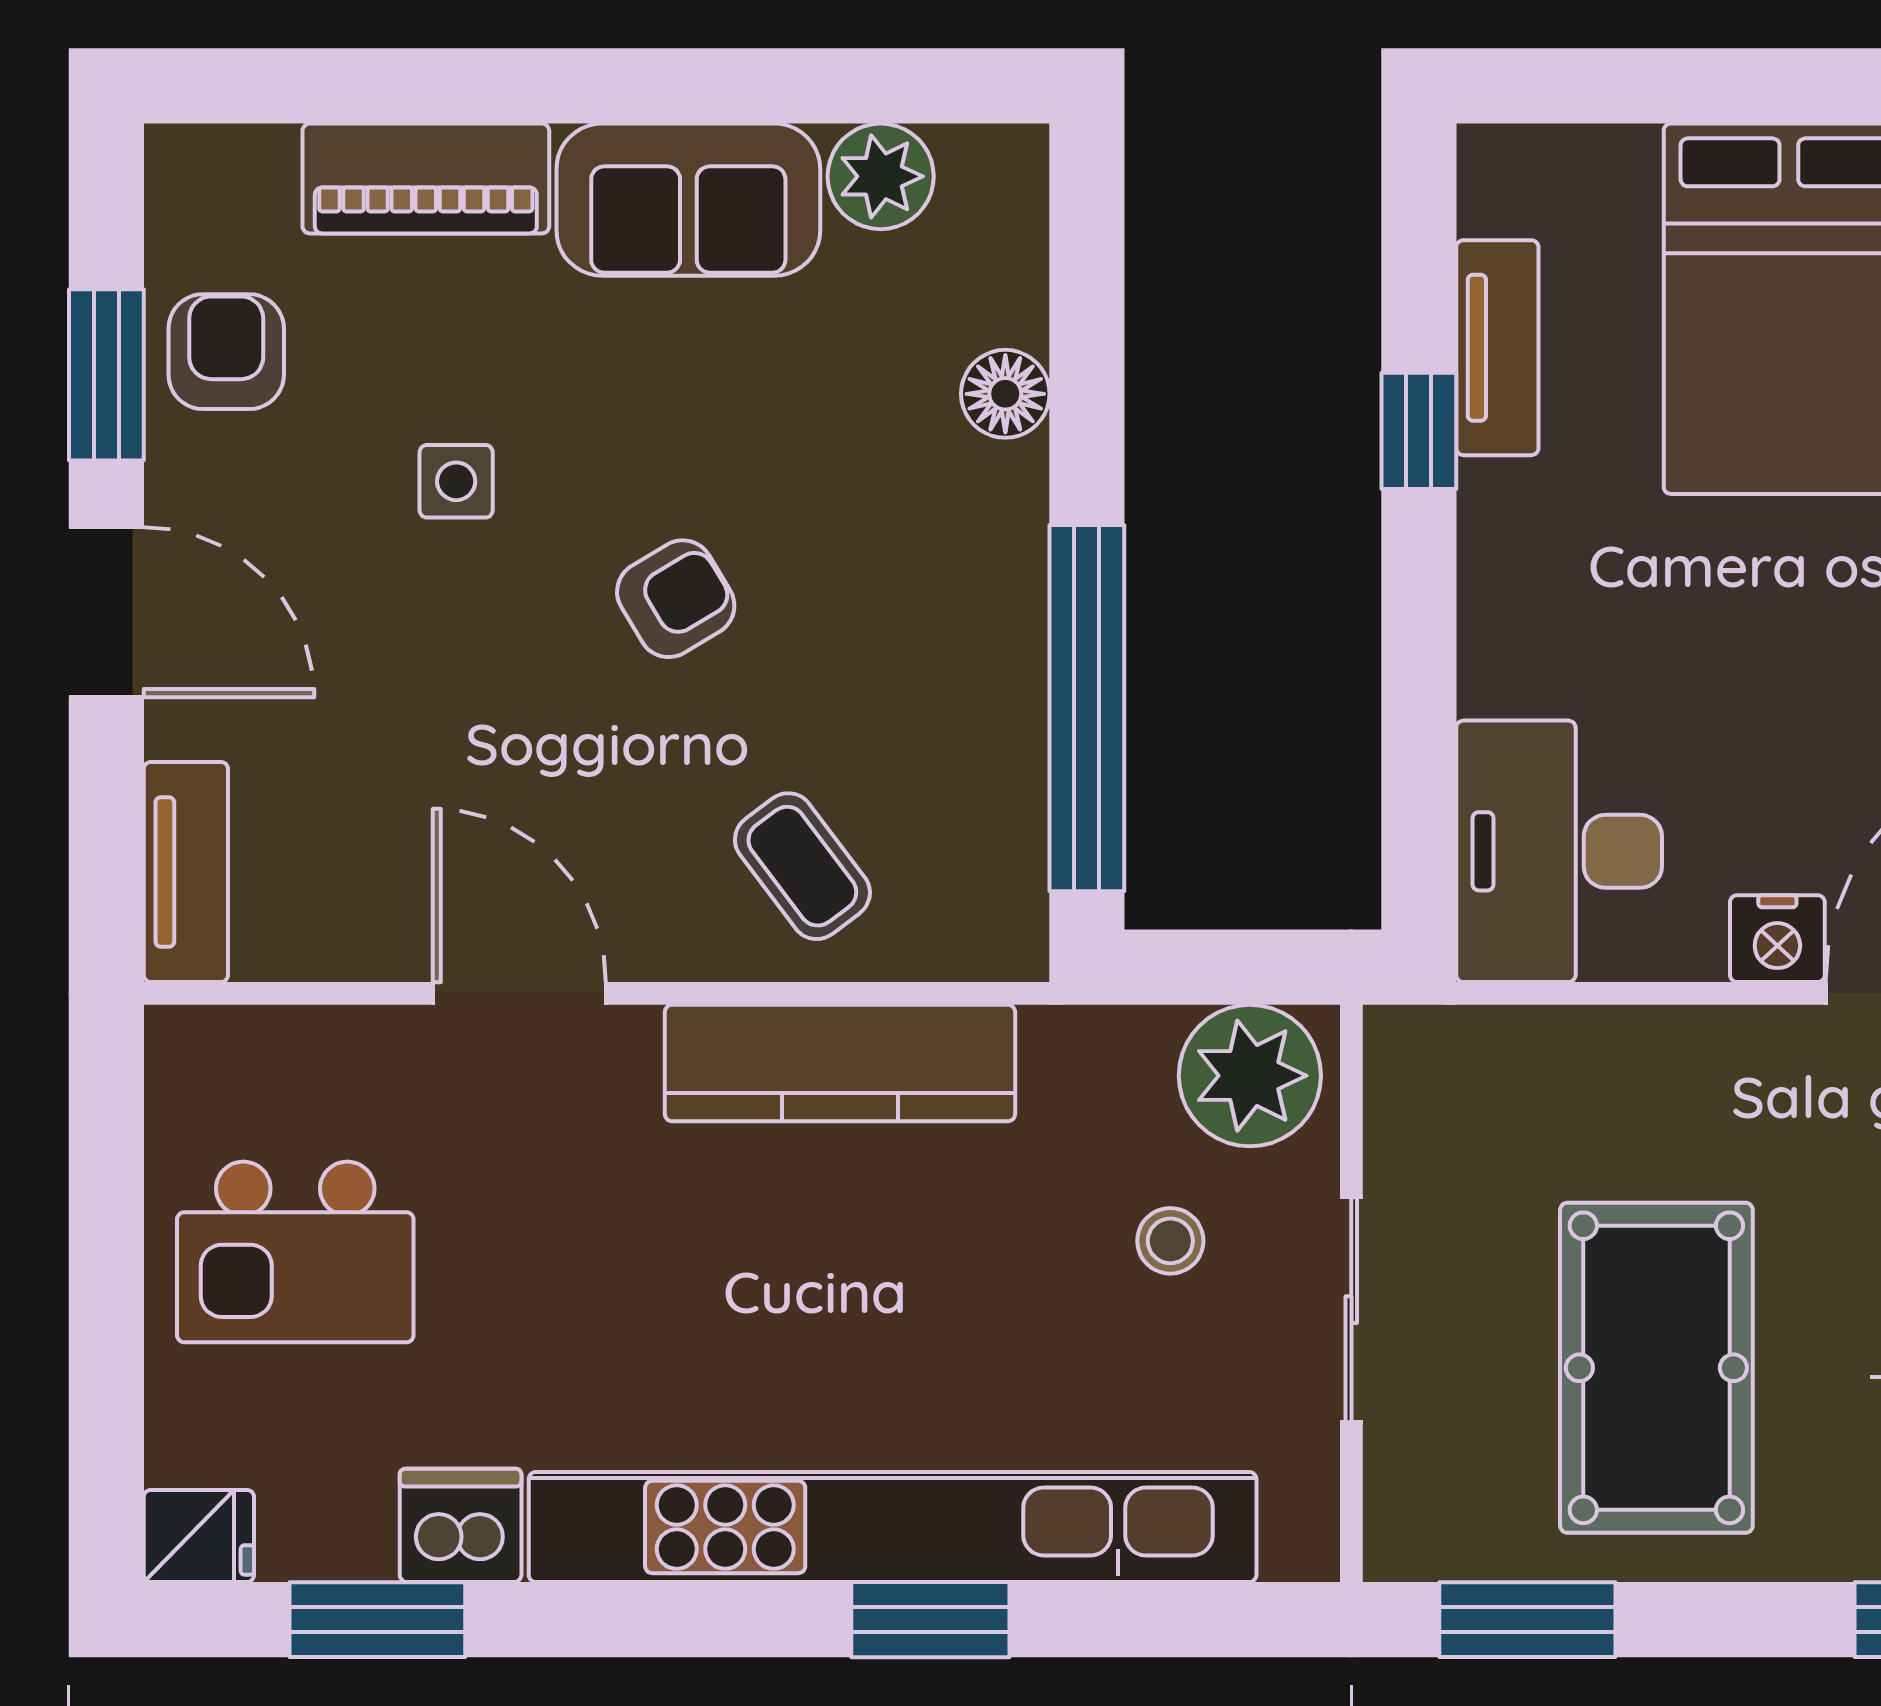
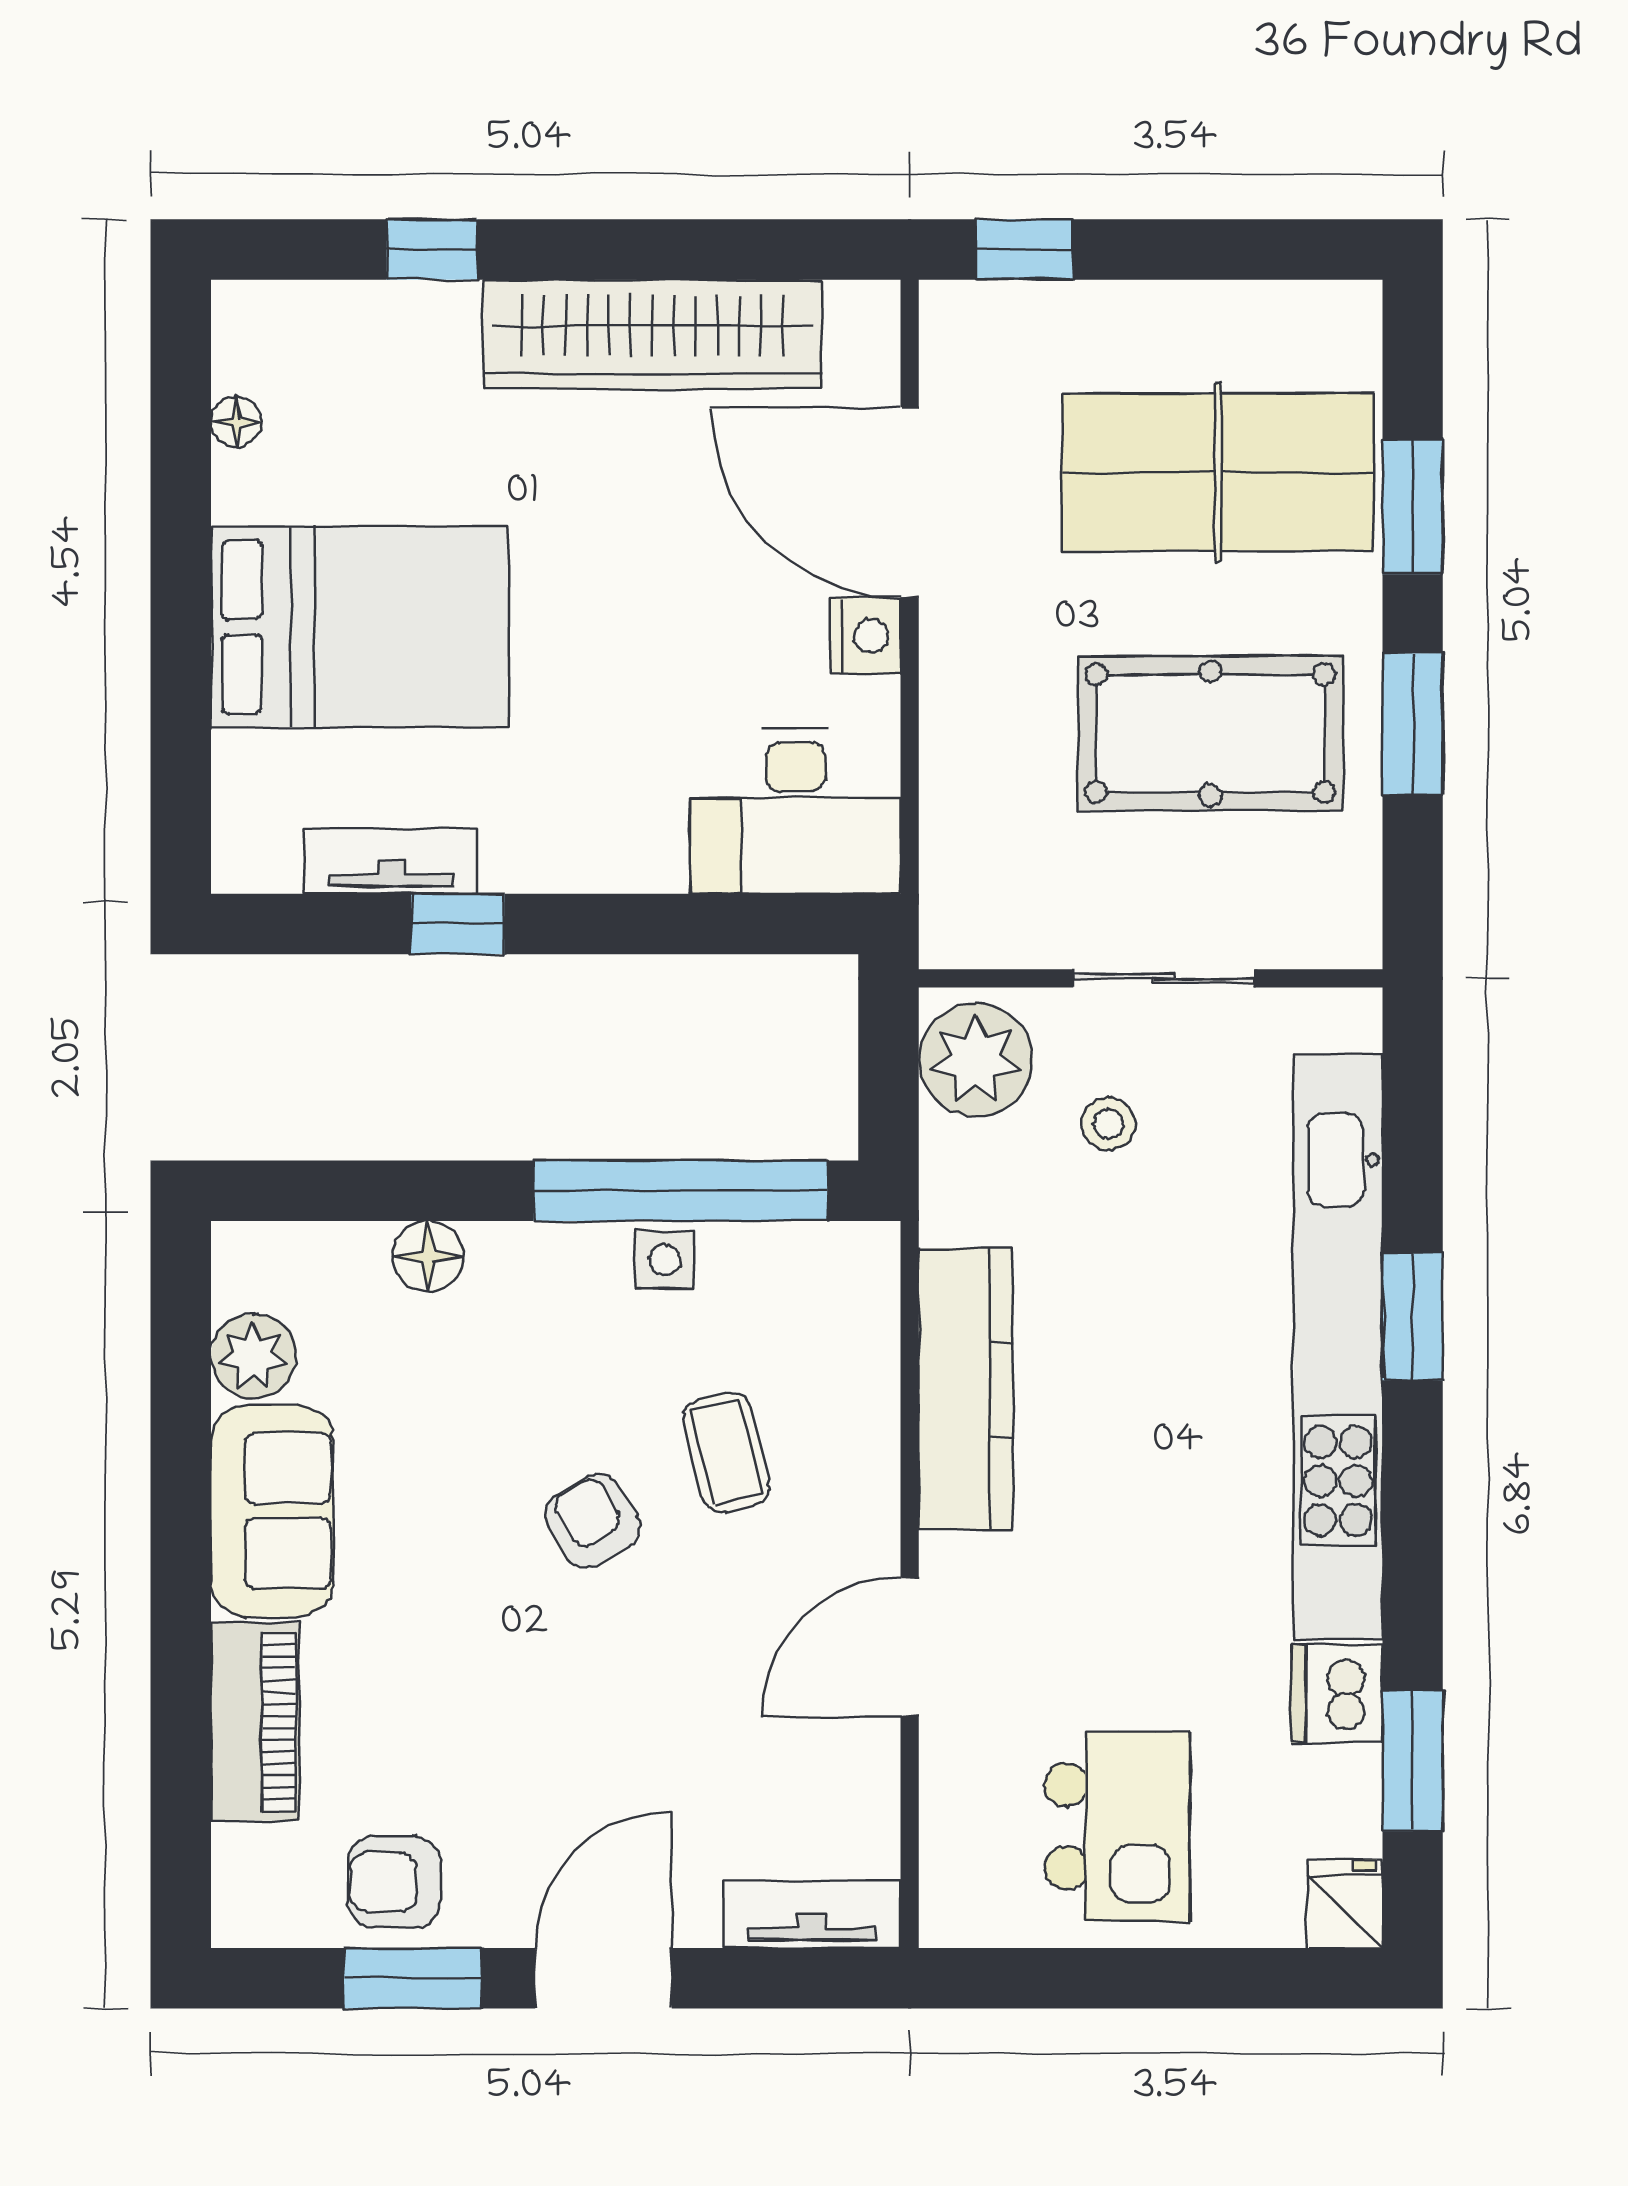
side table: (456, 481) -> (665, 1260), moved
coffee table: (802, 866) -> (727, 1452), moved, turned -67
window: (1527, 1620) -> (1413, 724), moved

